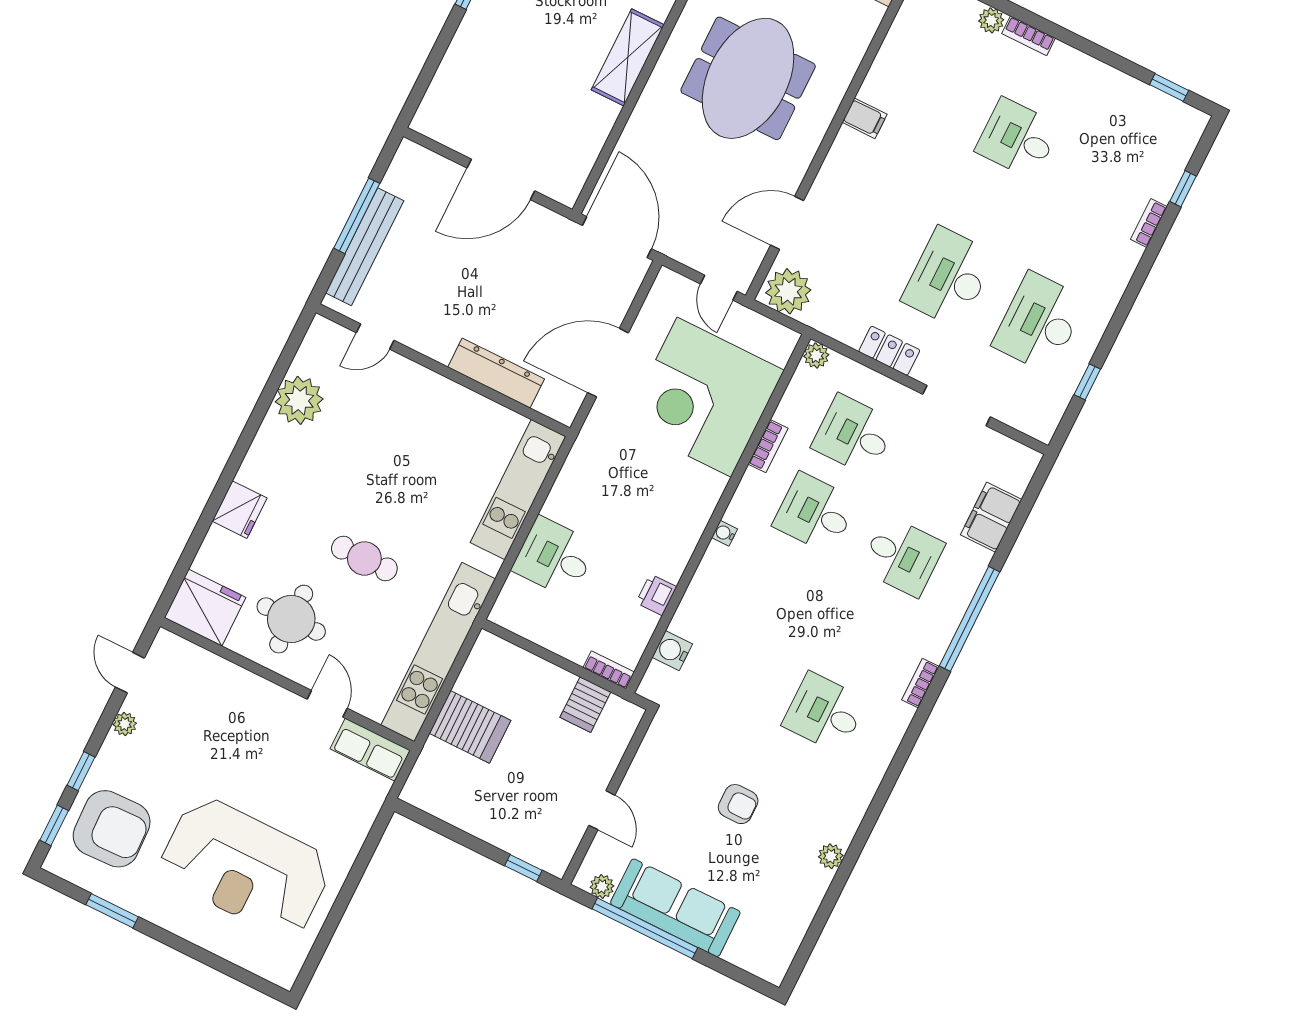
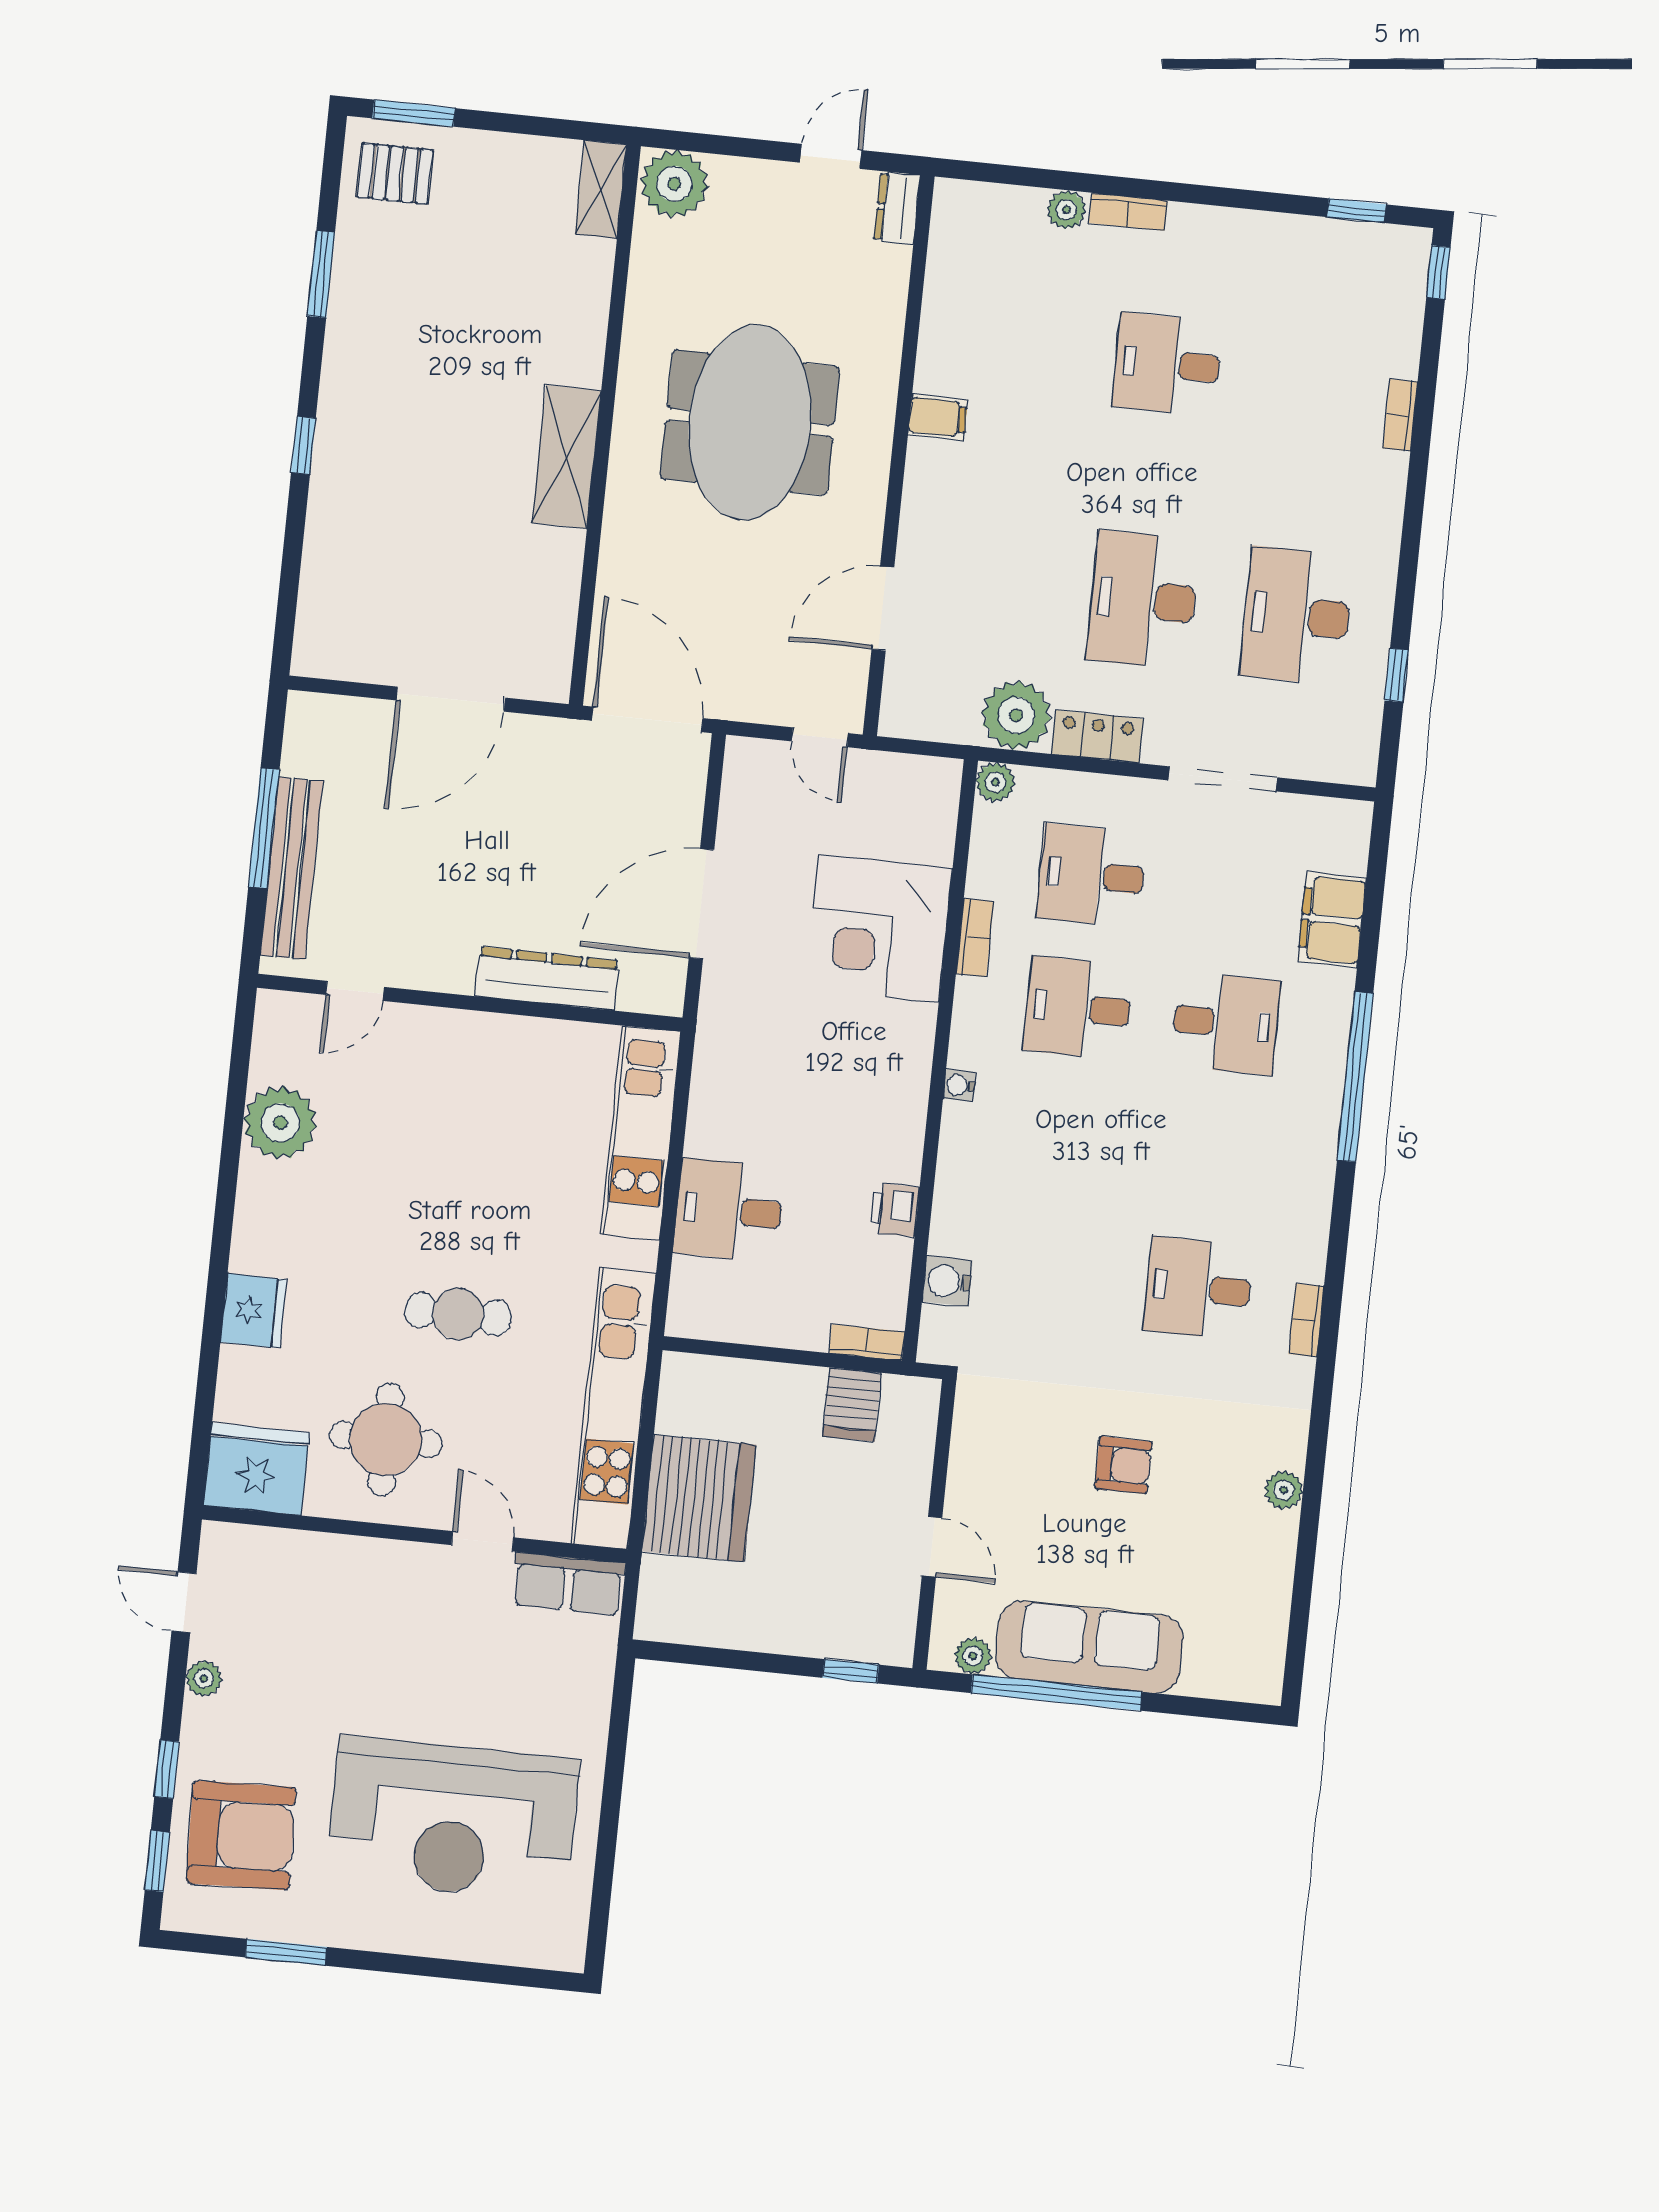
window: (1183, 189) -> (1438, 272), moved
plant: (788, 291) -> (1016, 715), moved
corner desk: (704, 397) -> (879, 928), width x0.74, depth x0.74
bookcase: (920, 683) -> (1306, 1320), moved
server rack: (470, 727) -> (699, 1498), width x1.60

